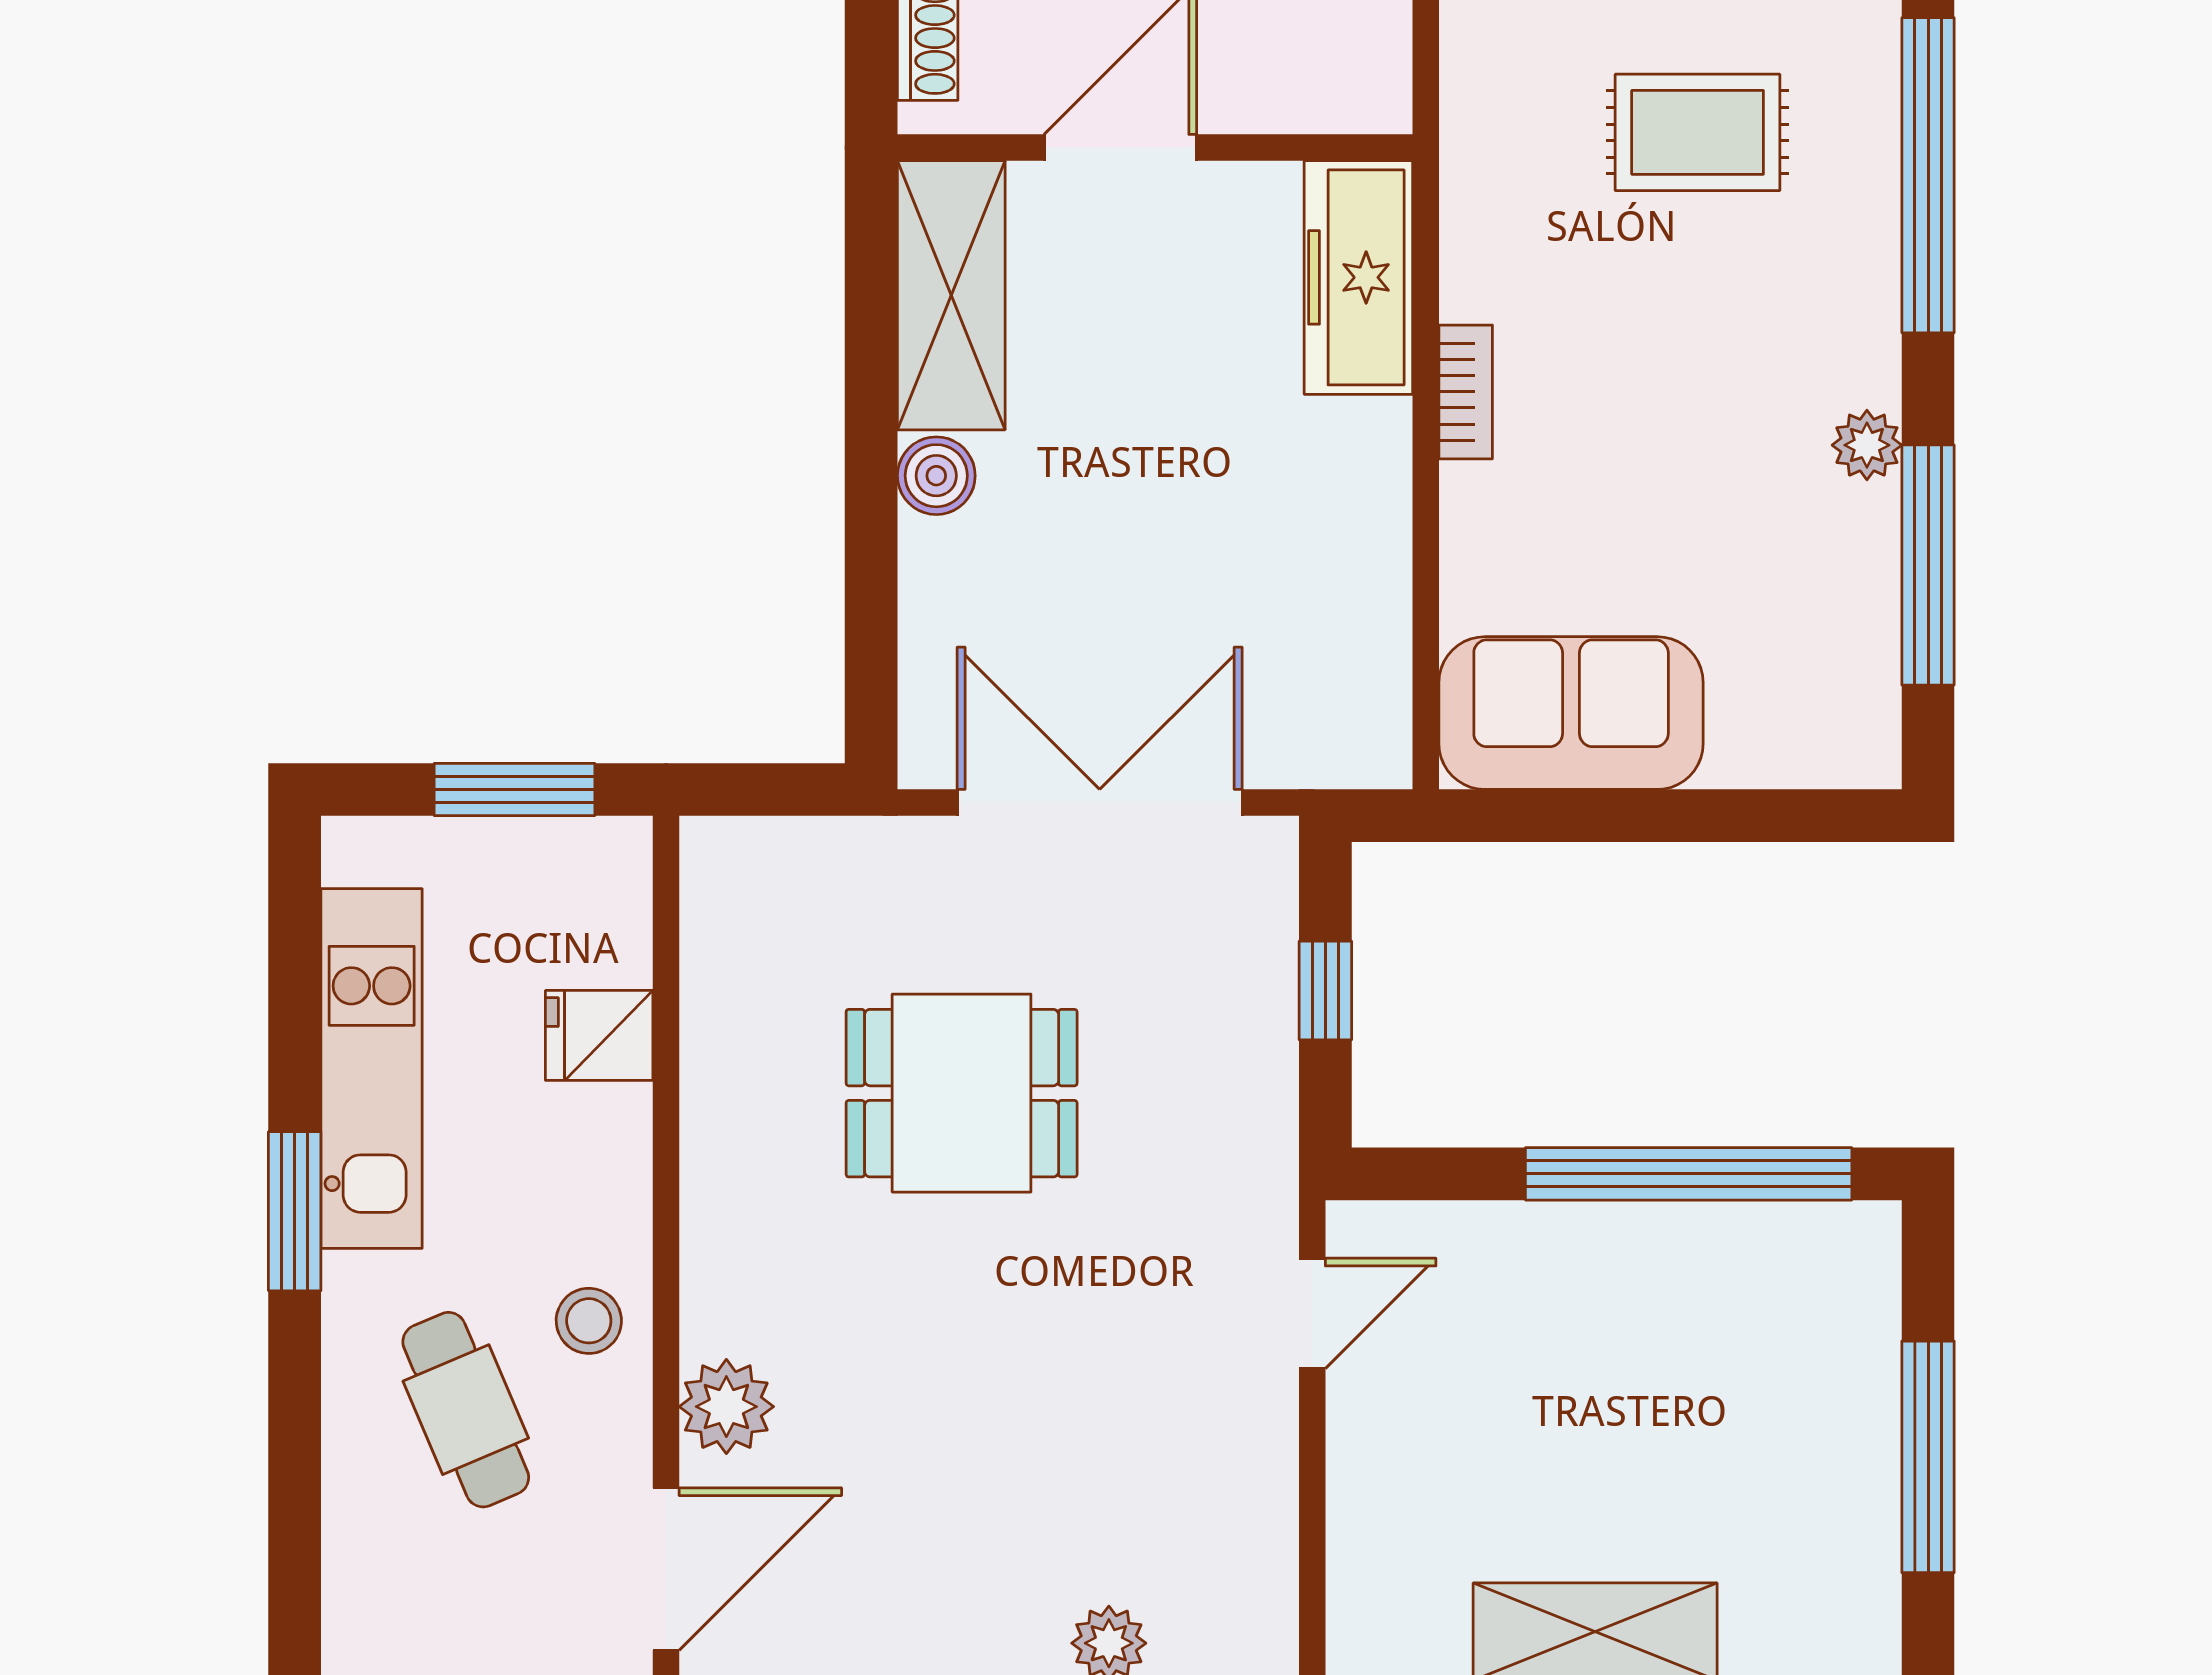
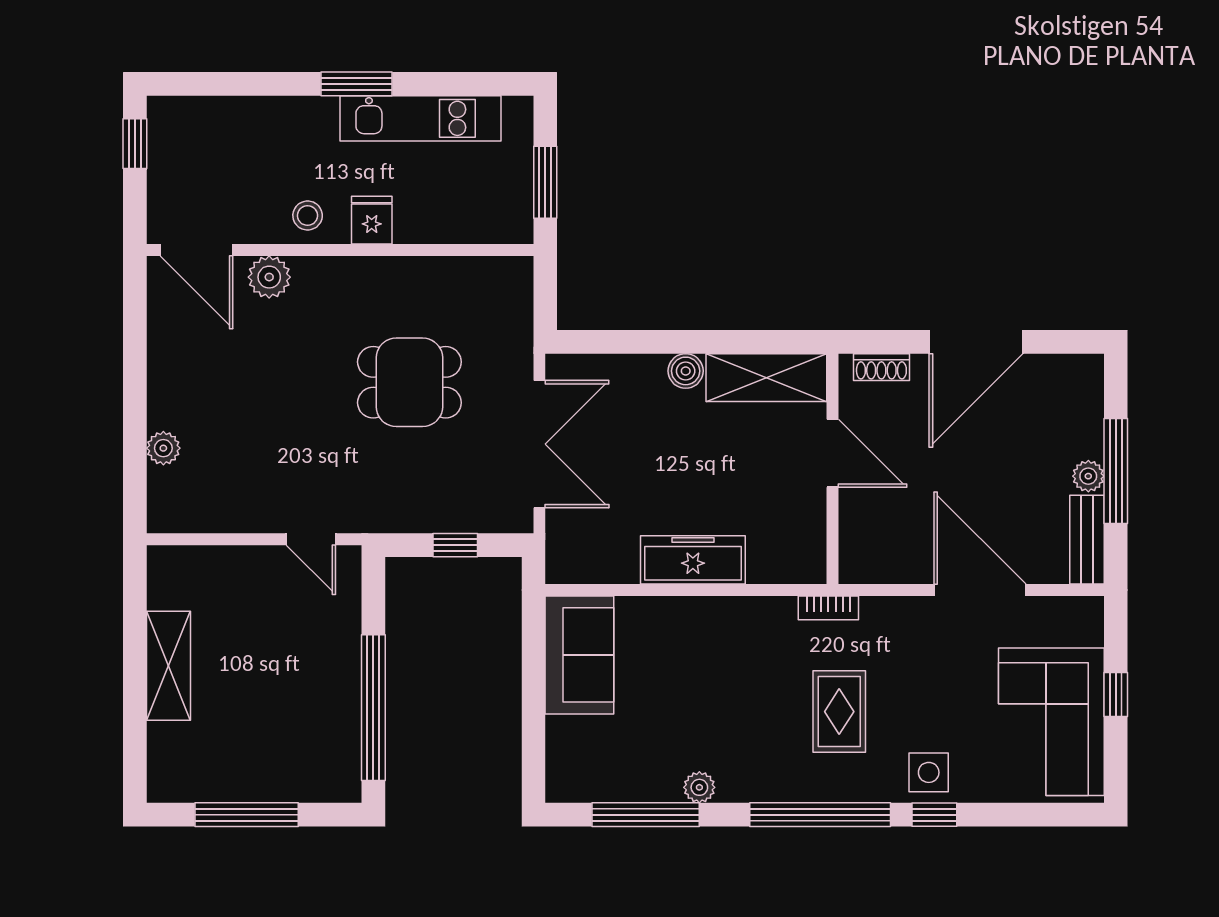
freezer: (1358, 277) -> (693, 560), moved
bookcase: (1466, 392) -> (828, 608), moved
fridge: (599, 1035) -> (372, 220), moved
dining table: (962, 1093) -> (409, 382), turned 90
cafe table: (466, 1410) -> (268, 160), removed

